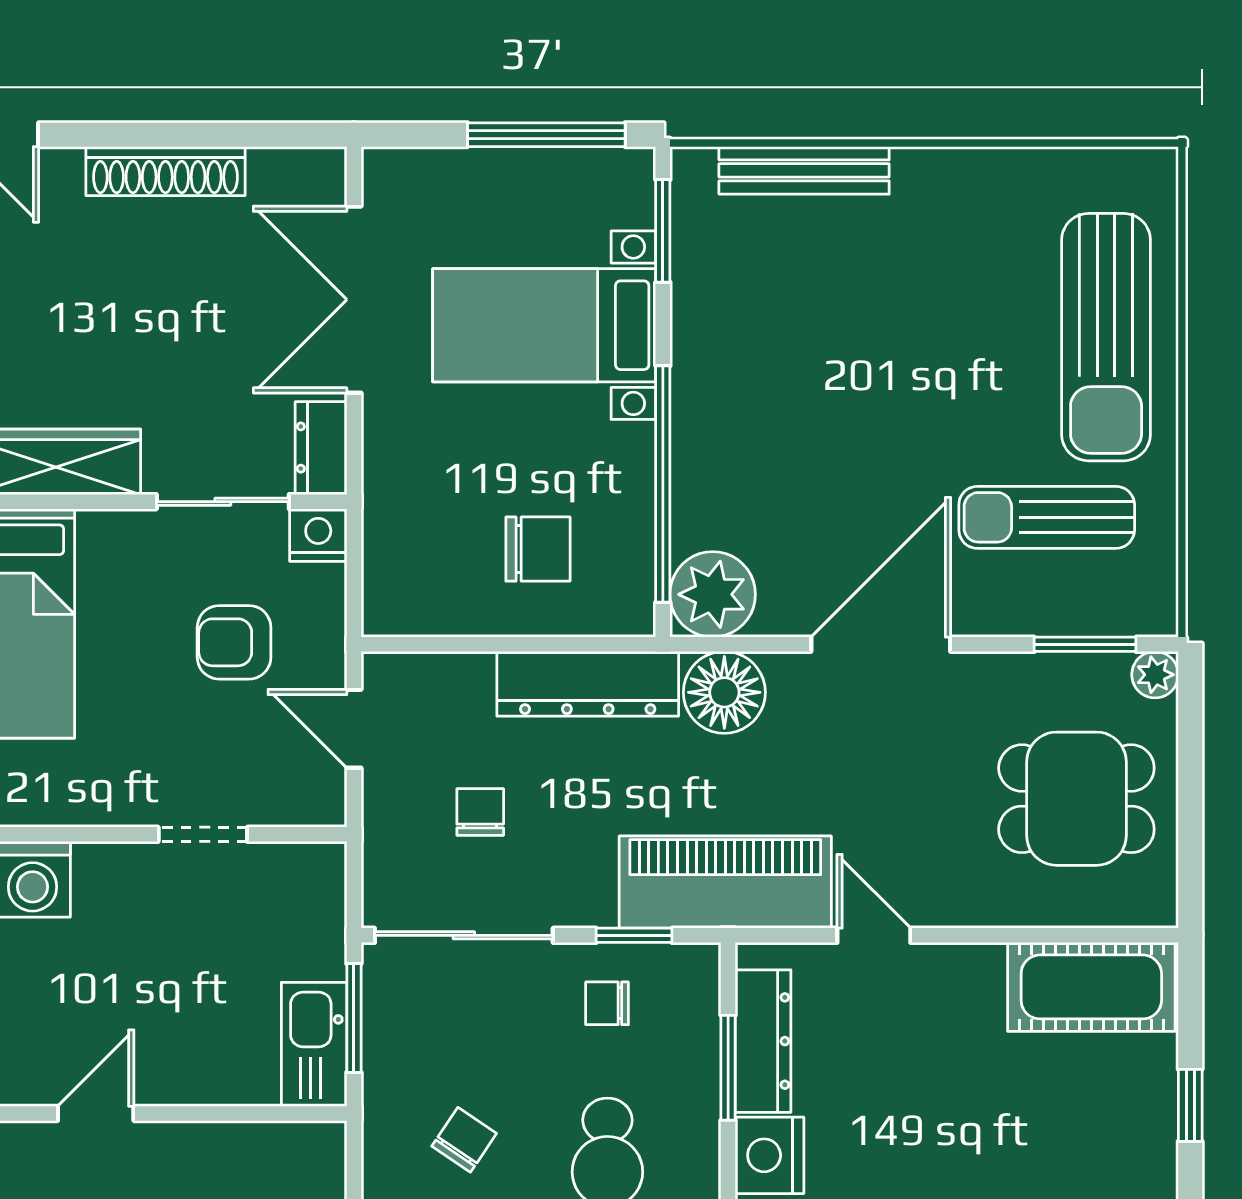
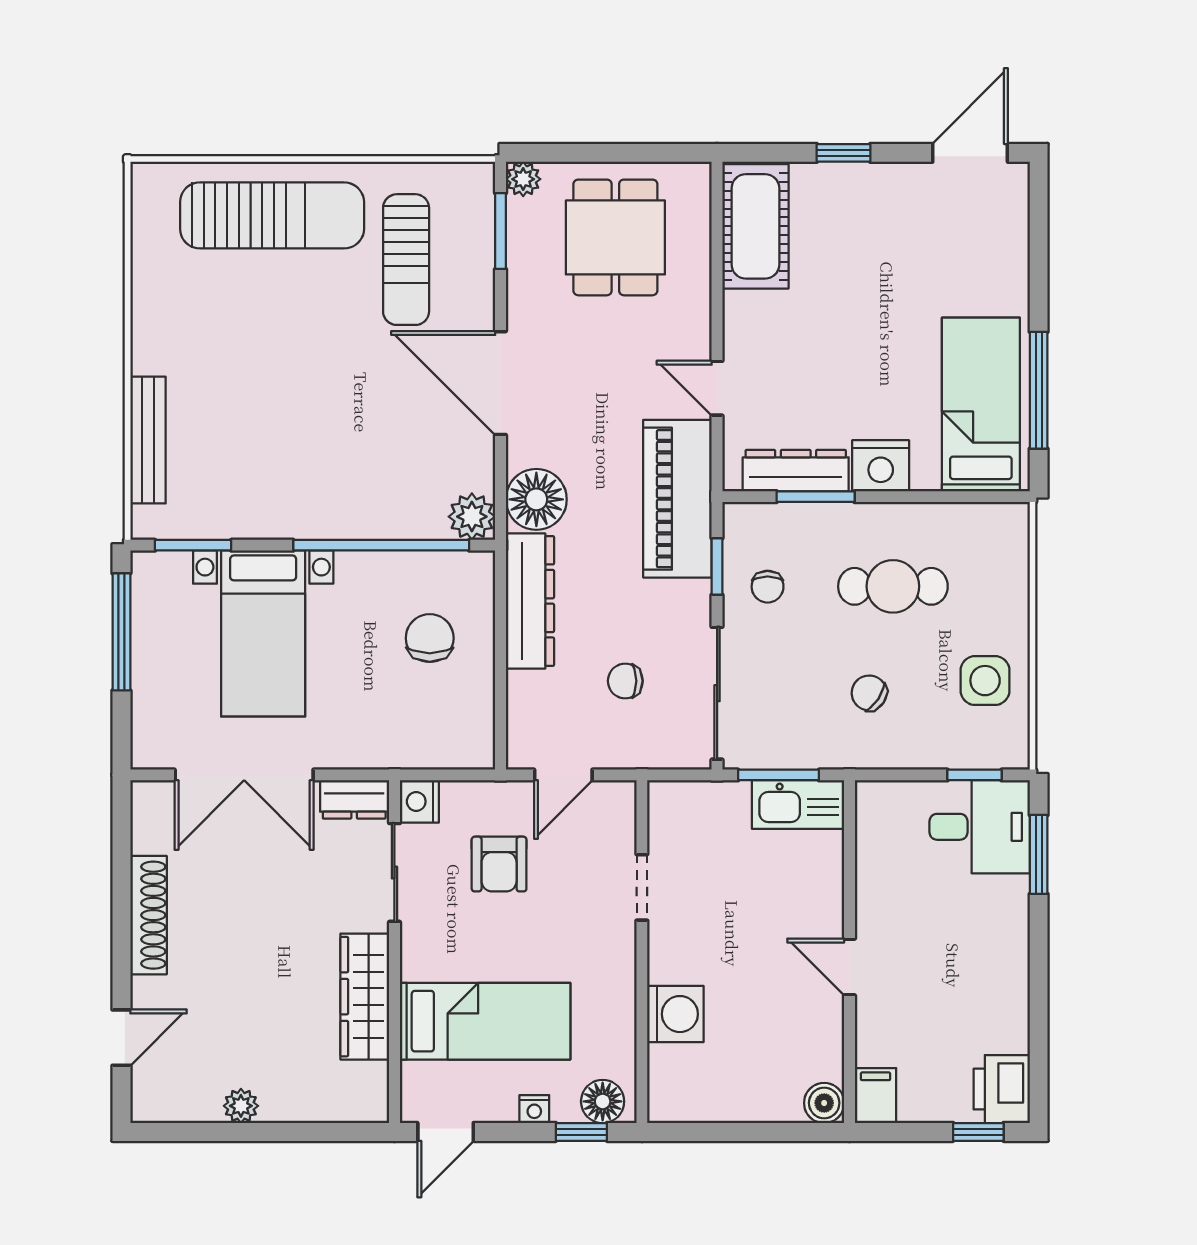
plant: (713, 594) -> (472, 517), width x0.73, depth x0.73
door: (874, 935) -> (717, 388), hinge flipped

